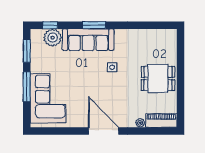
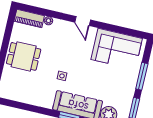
corner sofa: (48, 98) -> (117, 49), moved, turned -90
door: (104, 131) -> (83, 21), width x0.53

